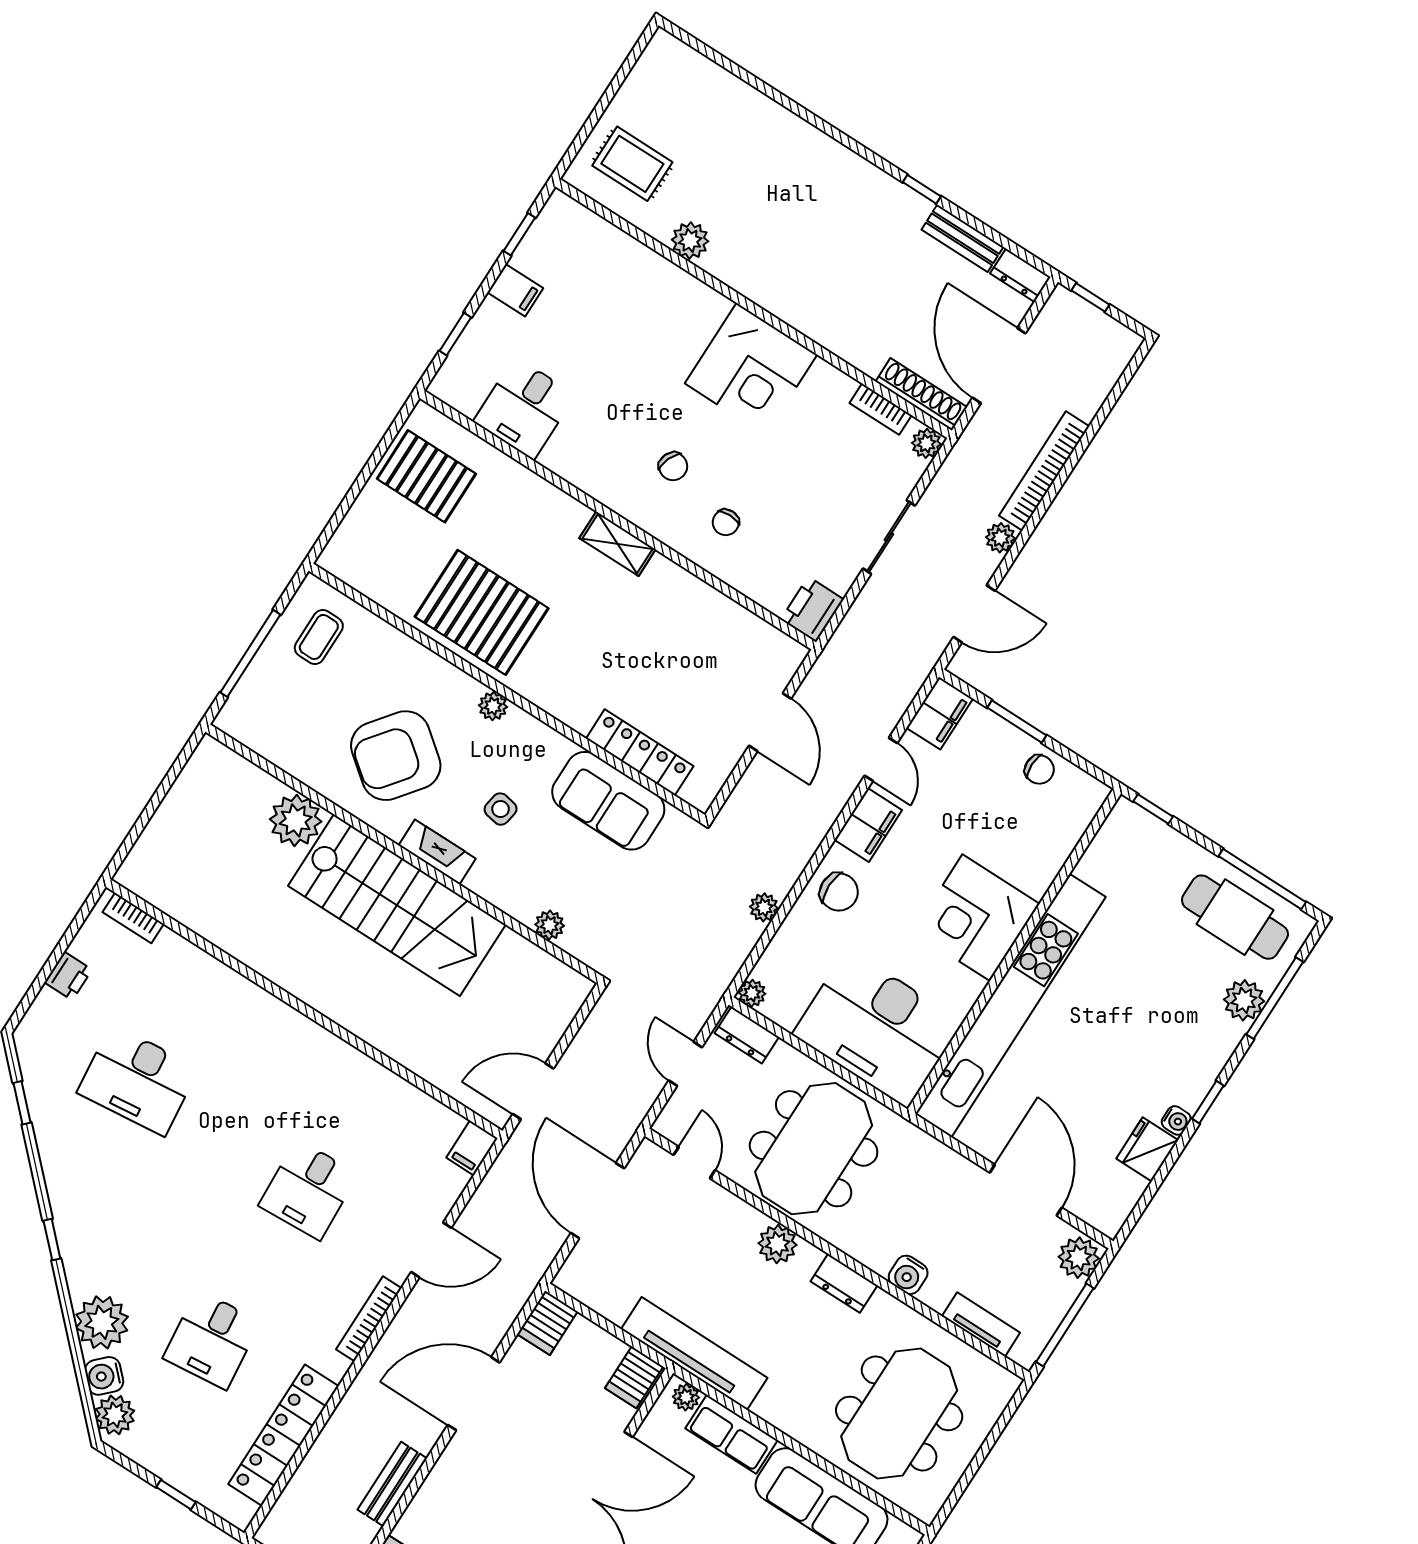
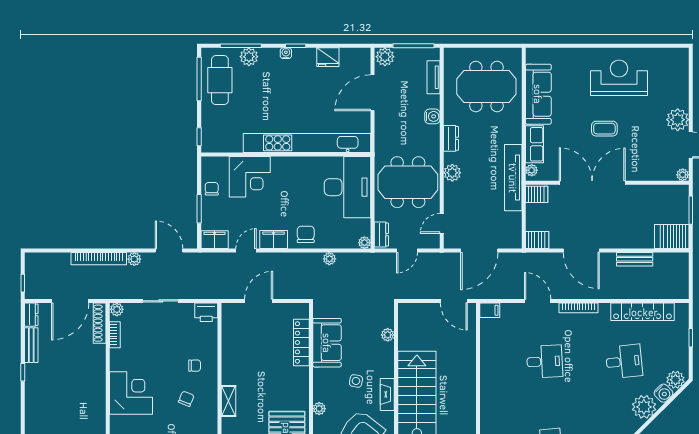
corner desk: (976, 918) -> (250, 177), moved
water cooler: (1176, 1120) -> (286, 53), moved

